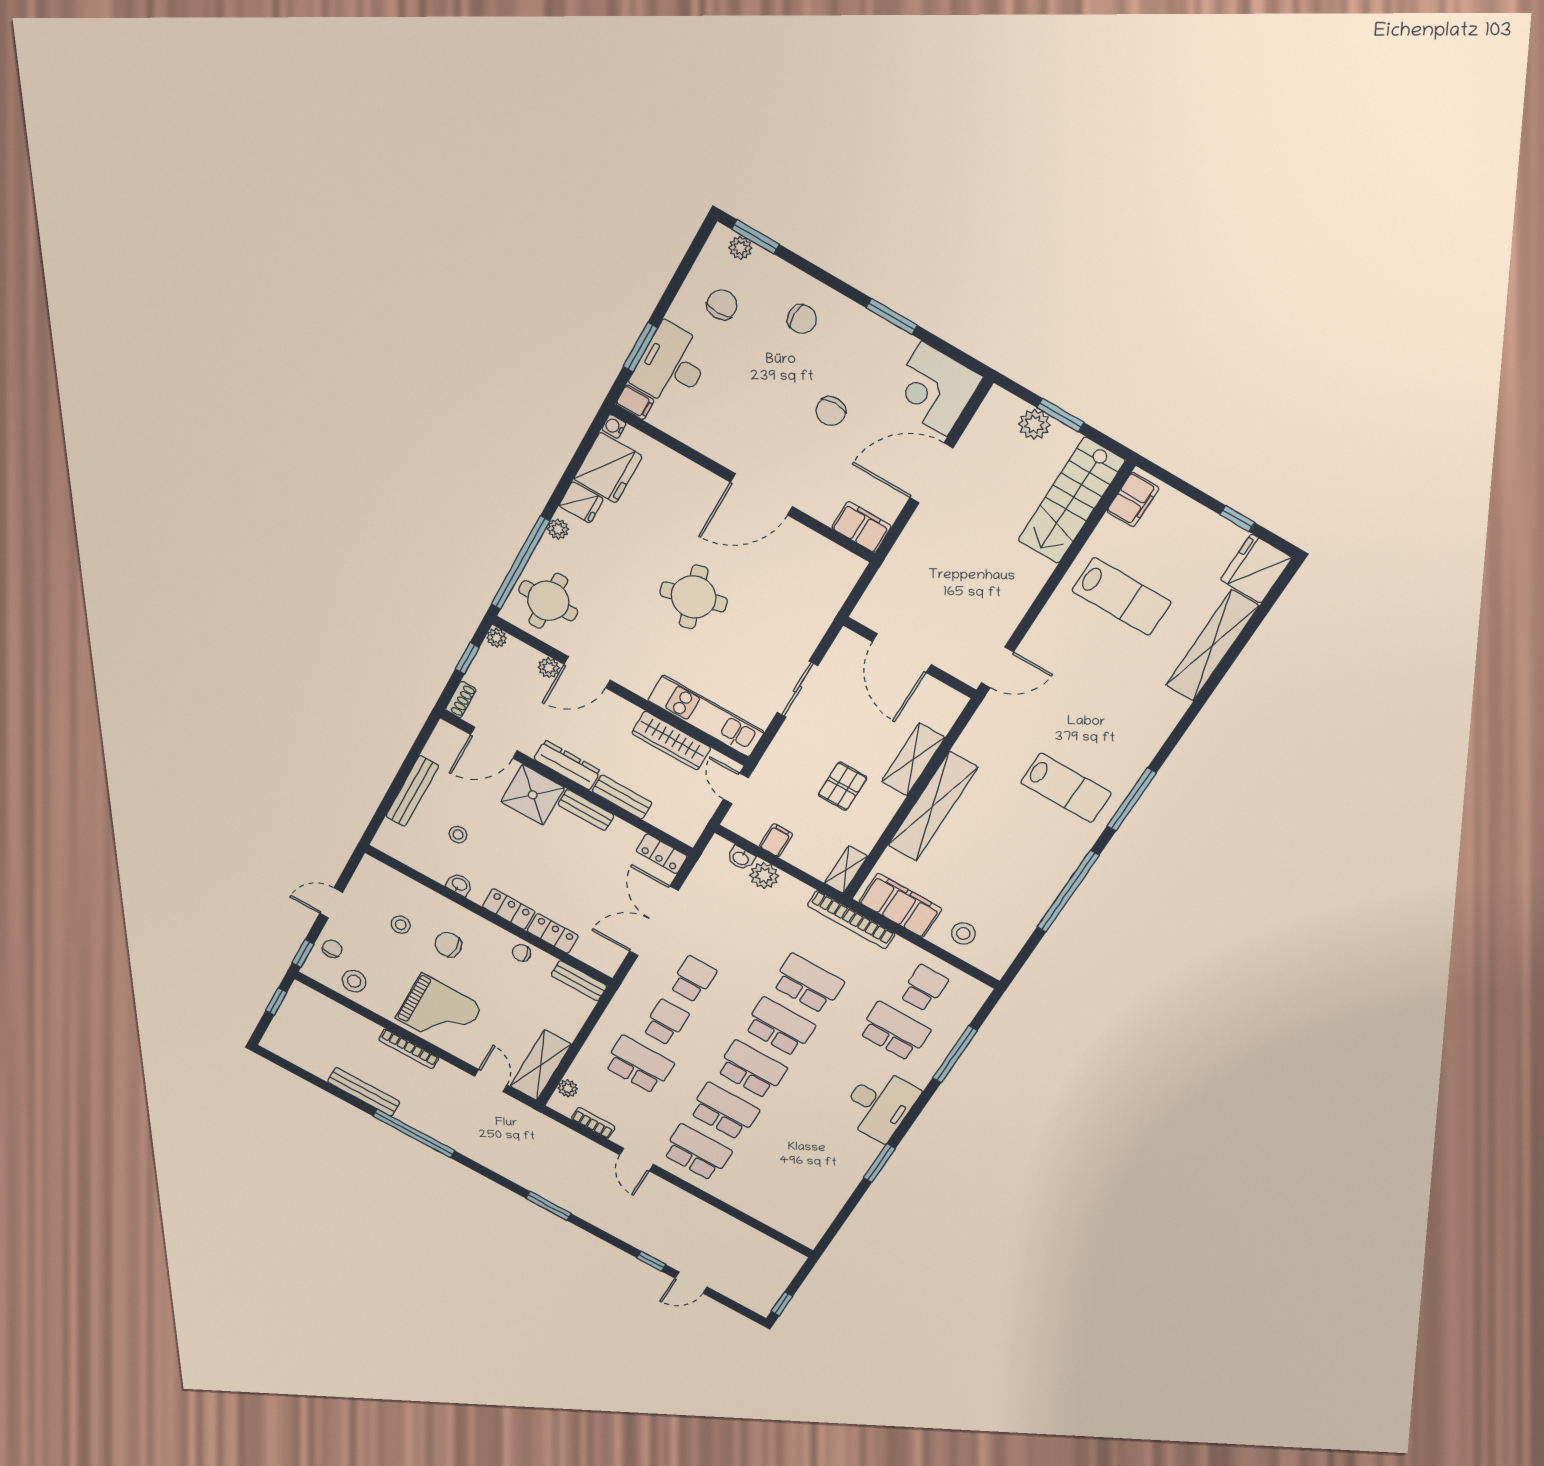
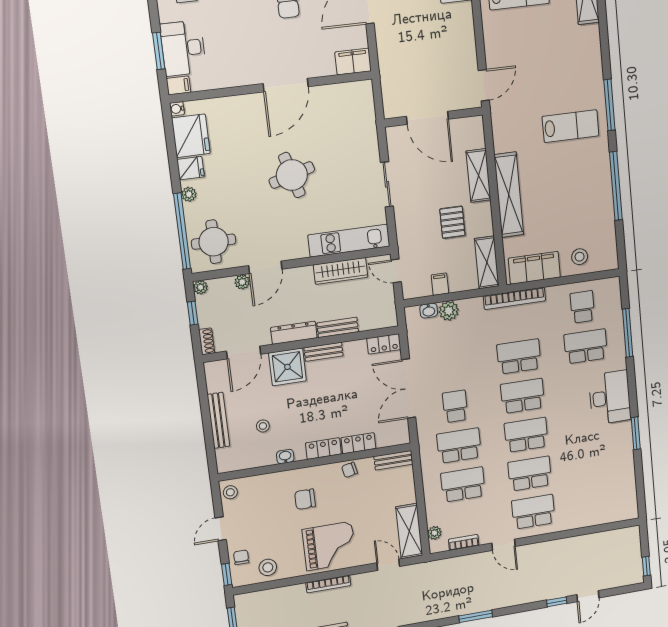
shelving: (846, 870) -> (487, 262), width x1.50, depth x1.33
stool: (401, 925) -> (230, 492), moved
school desk: (666, 1022) -> (459, 446), width x1.85

